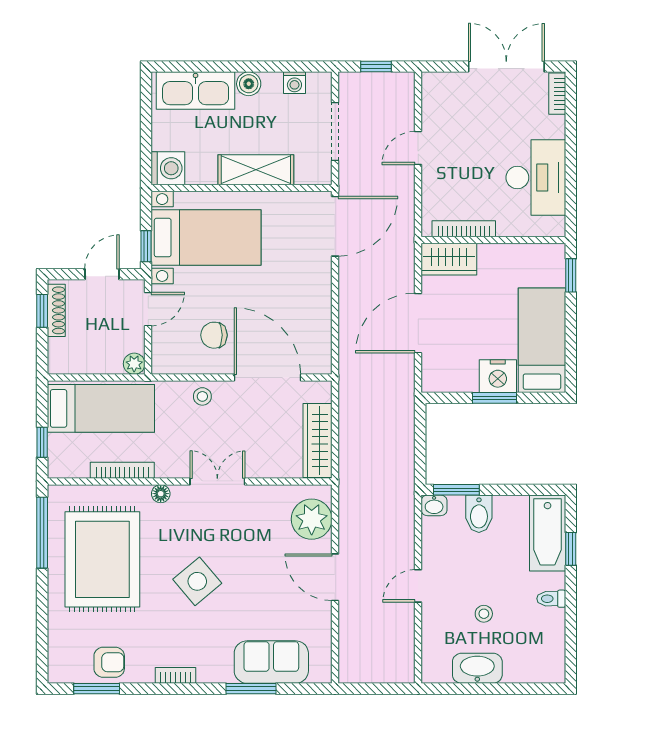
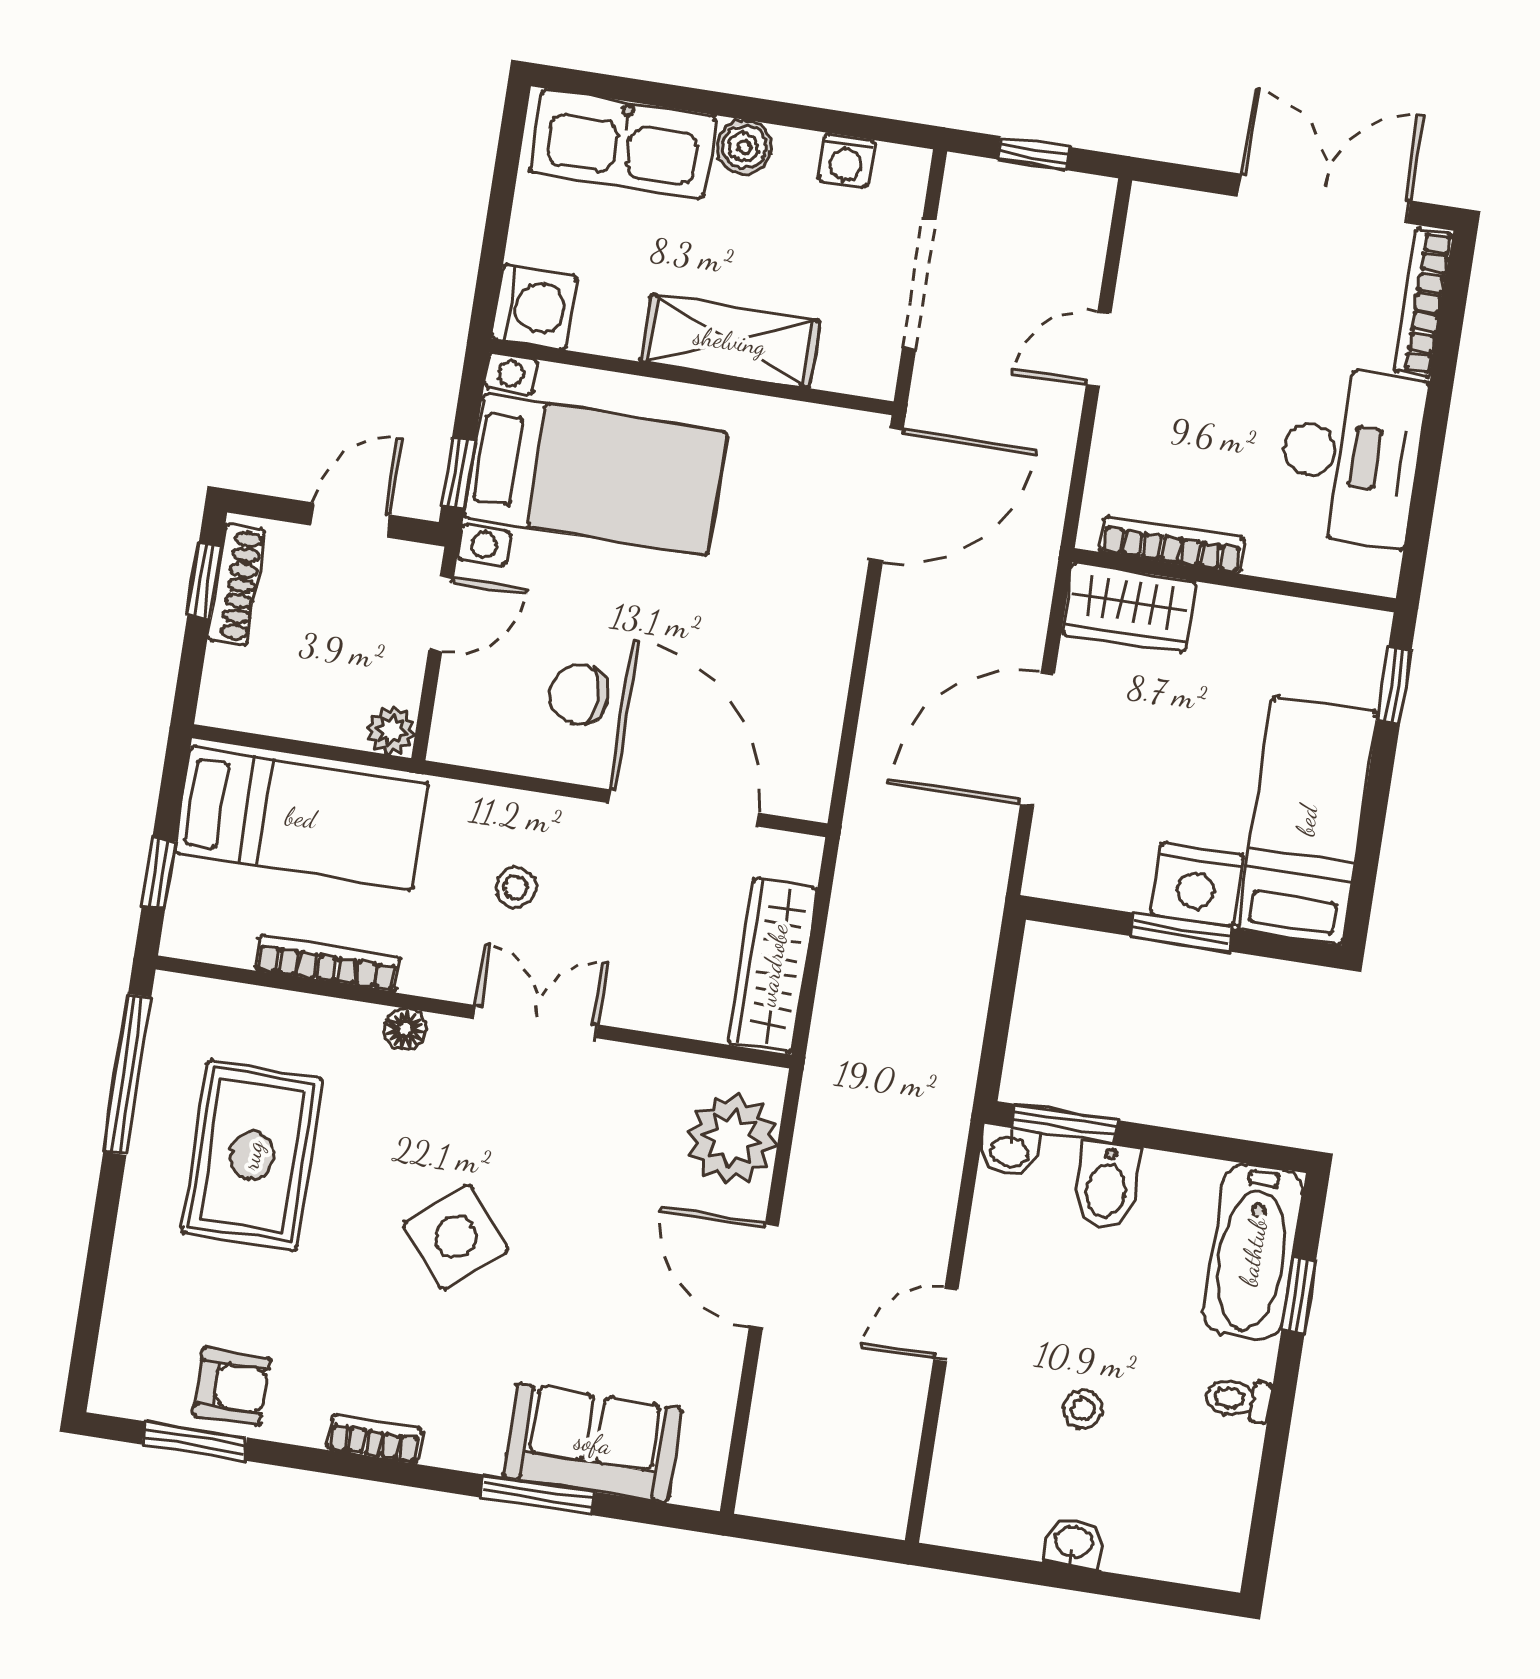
bookcase: (557, 94) -> (1423, 303), width x1.56
stool: (202, 396) -> (516, 887), moved
rug: (102, 559) -> (252, 1155), width x0.73, depth x0.69
washbasin: (477, 668) -> (1074, 1543), width x0.52, depth x0.69

